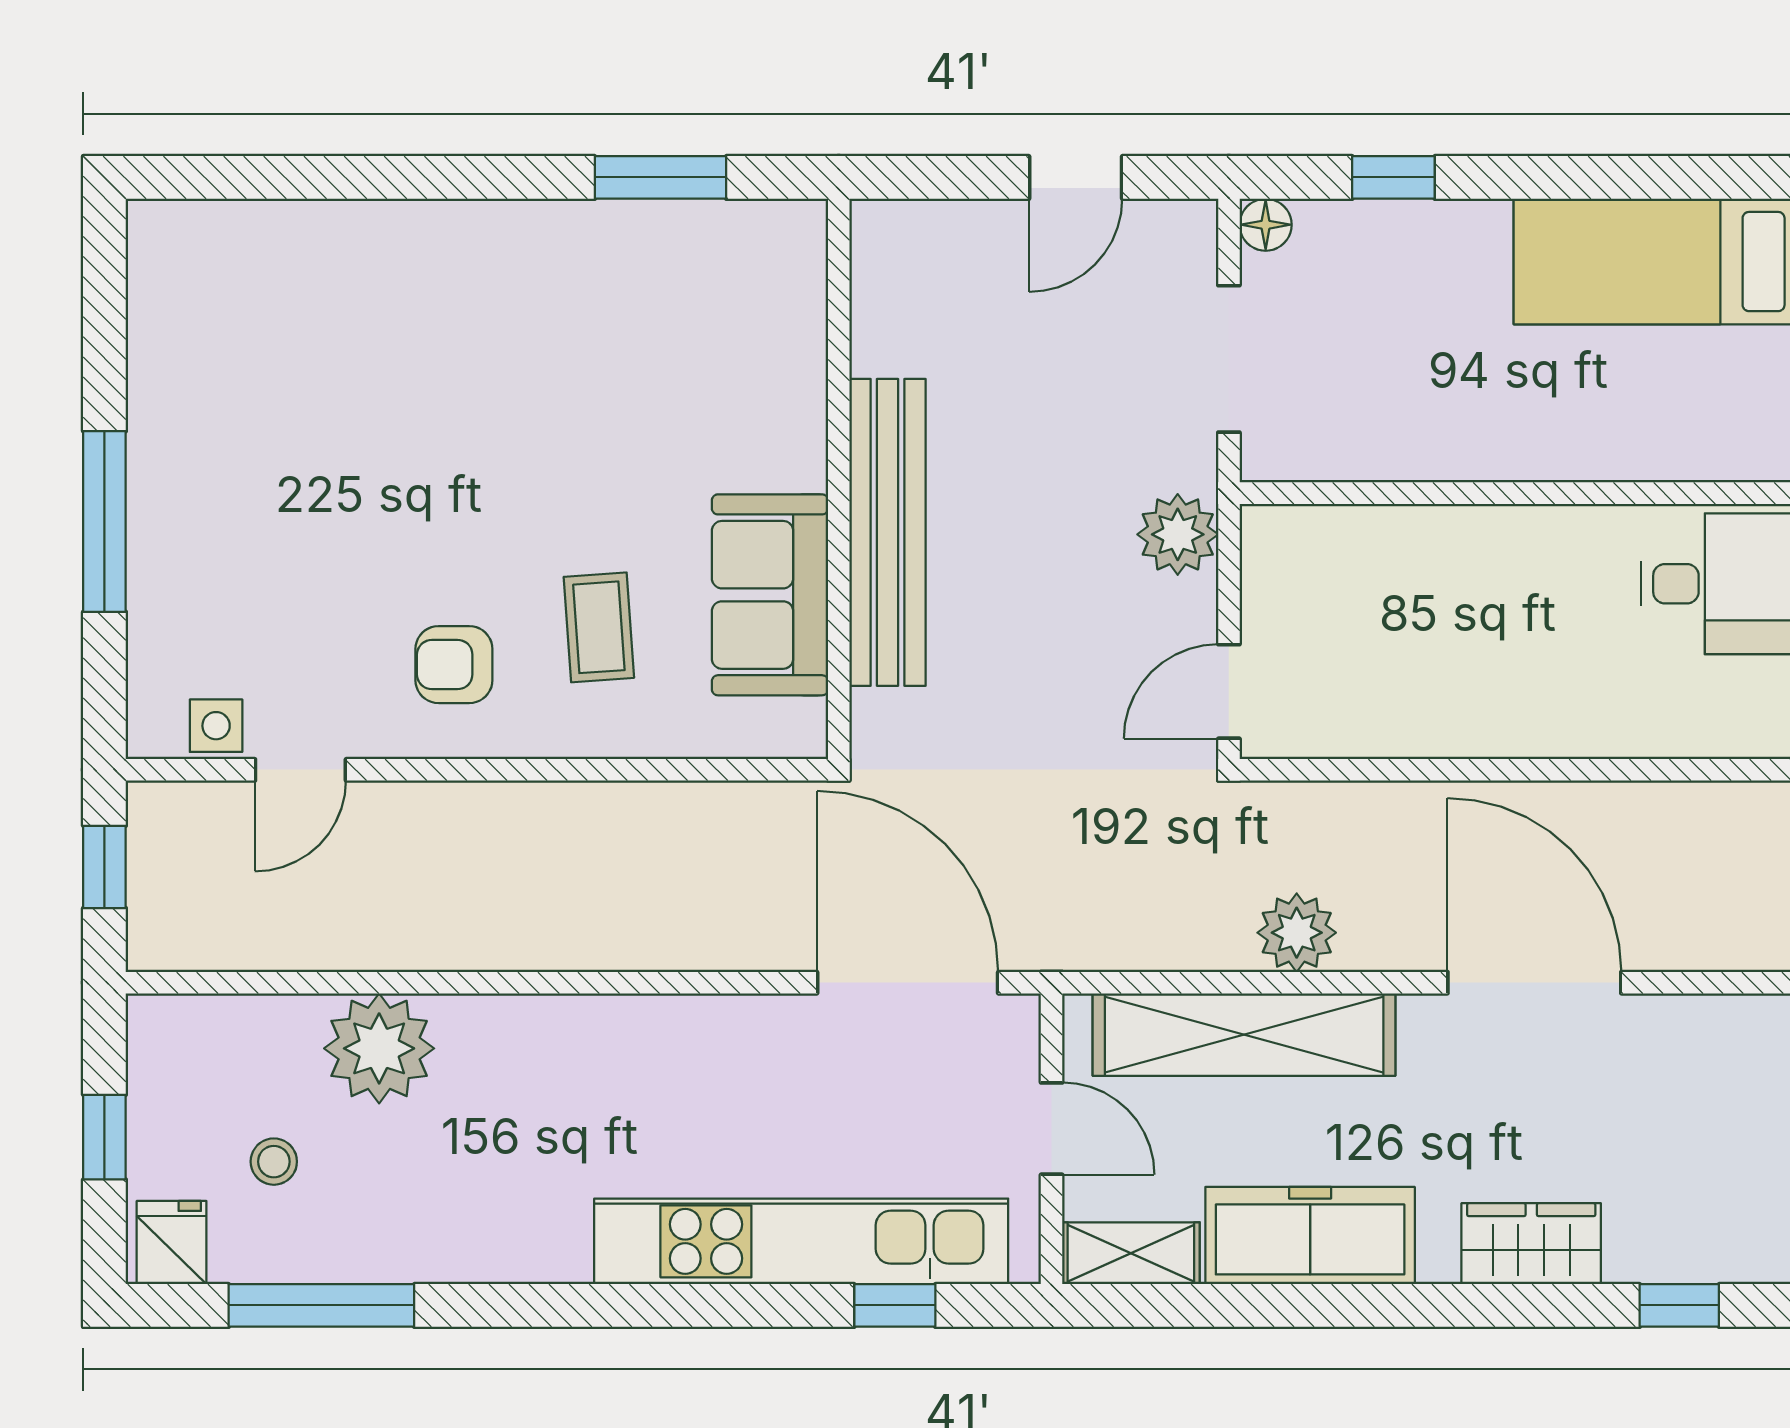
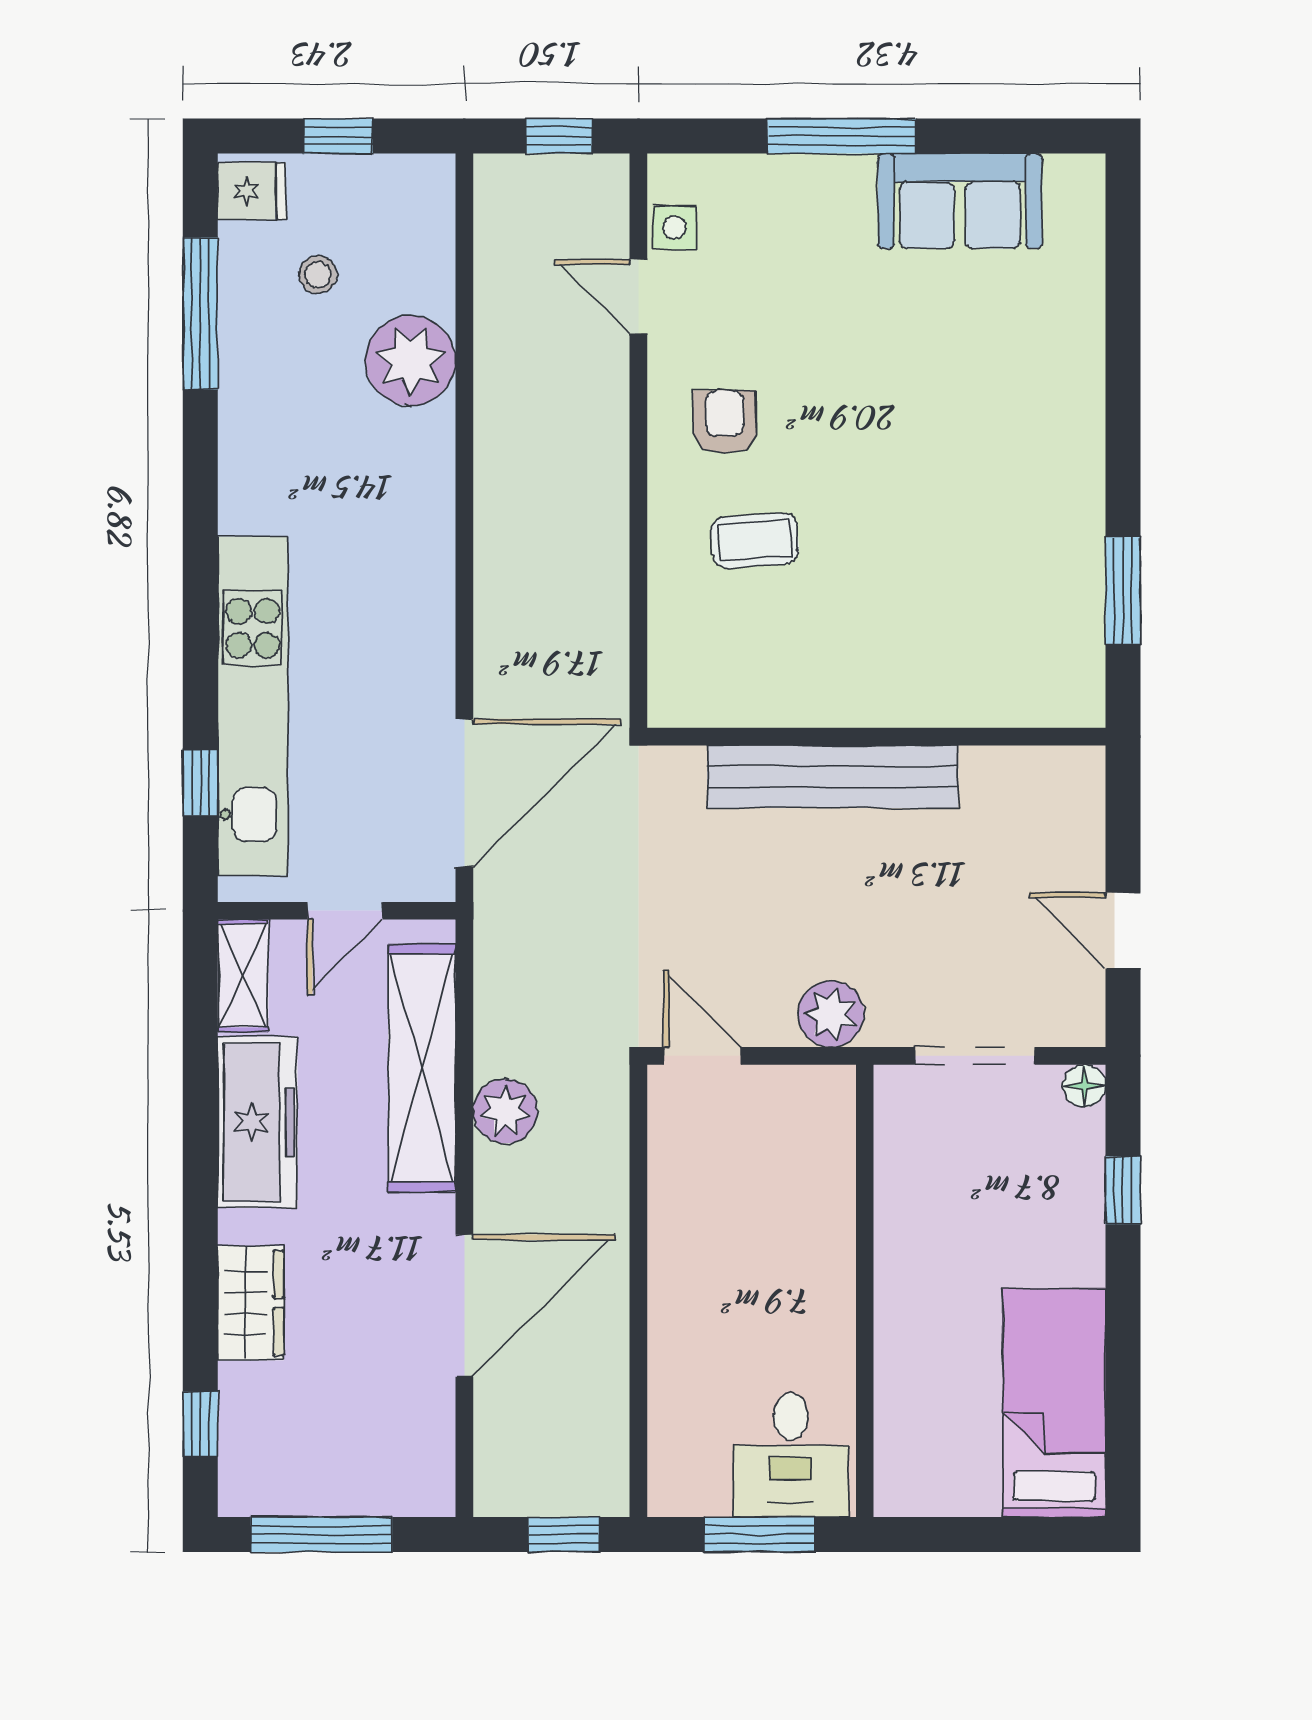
sofa: (770, 595) -> (960, 201), moved, turned 180

